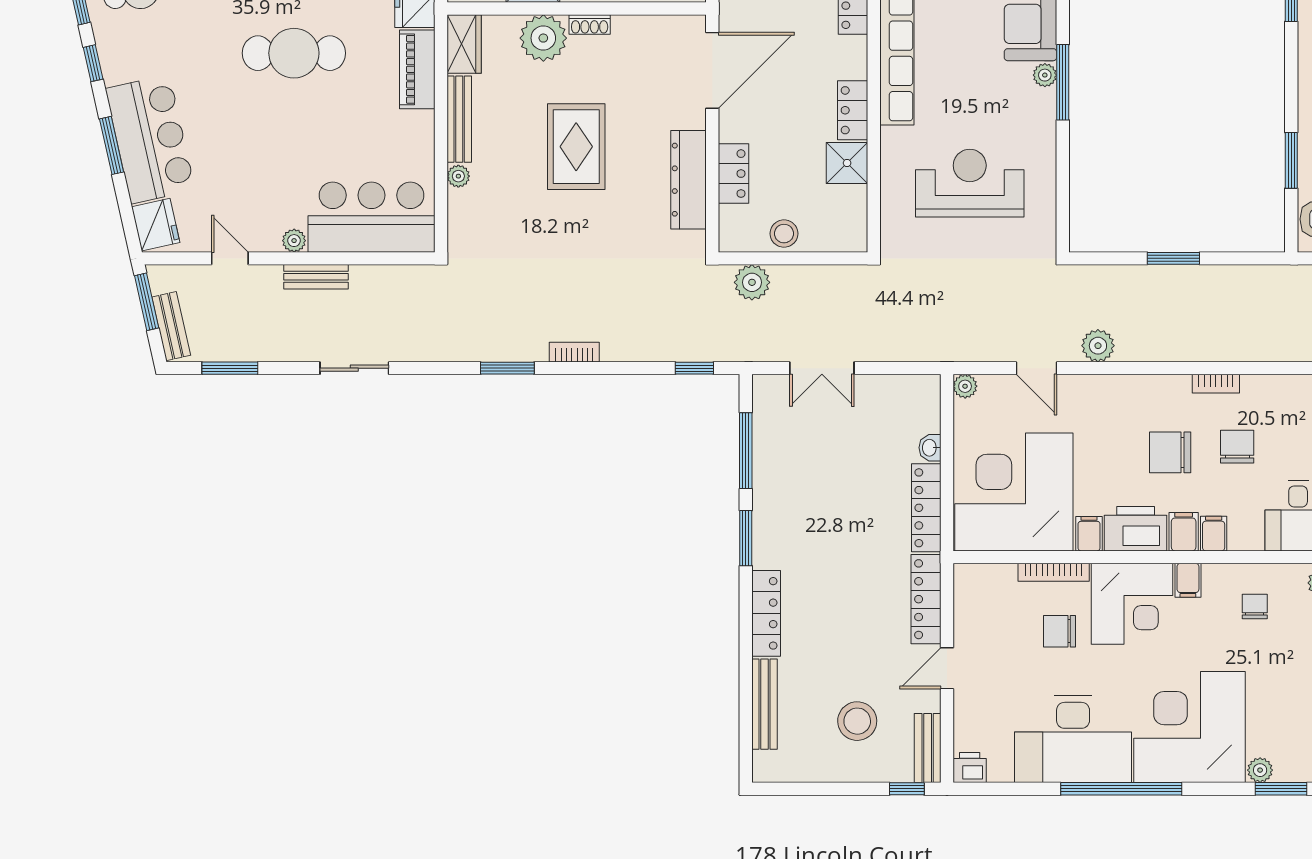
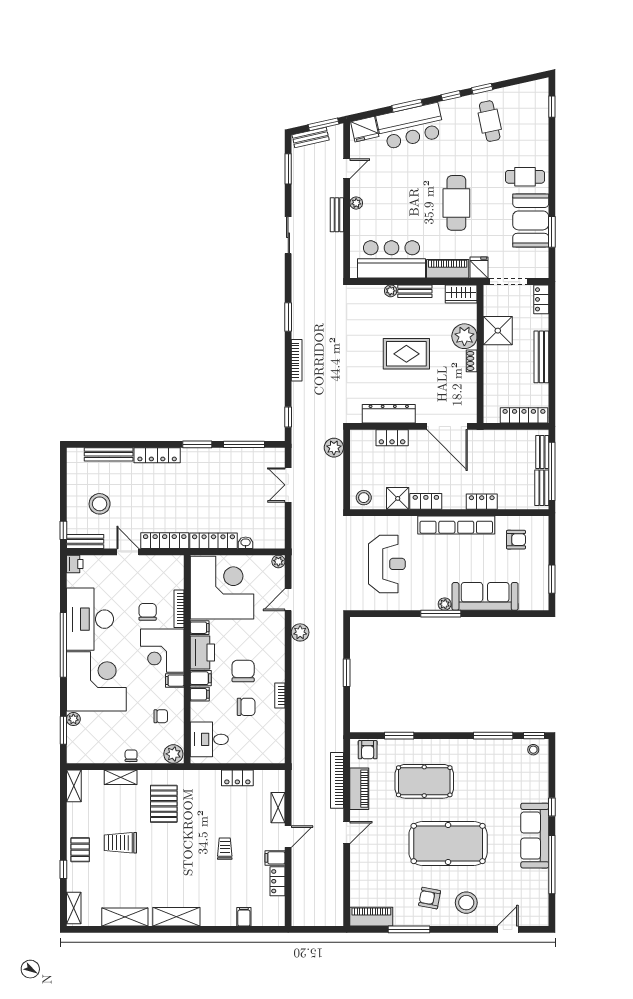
bench: (459, 119) -> (415, 291), width x0.73
bar counter: (372, 217) -> (391, 259), moved, turned -90
stool: (784, 234) -> (364, 498), moved
bookcase: (574, 352) -> (297, 360), width x1.56

